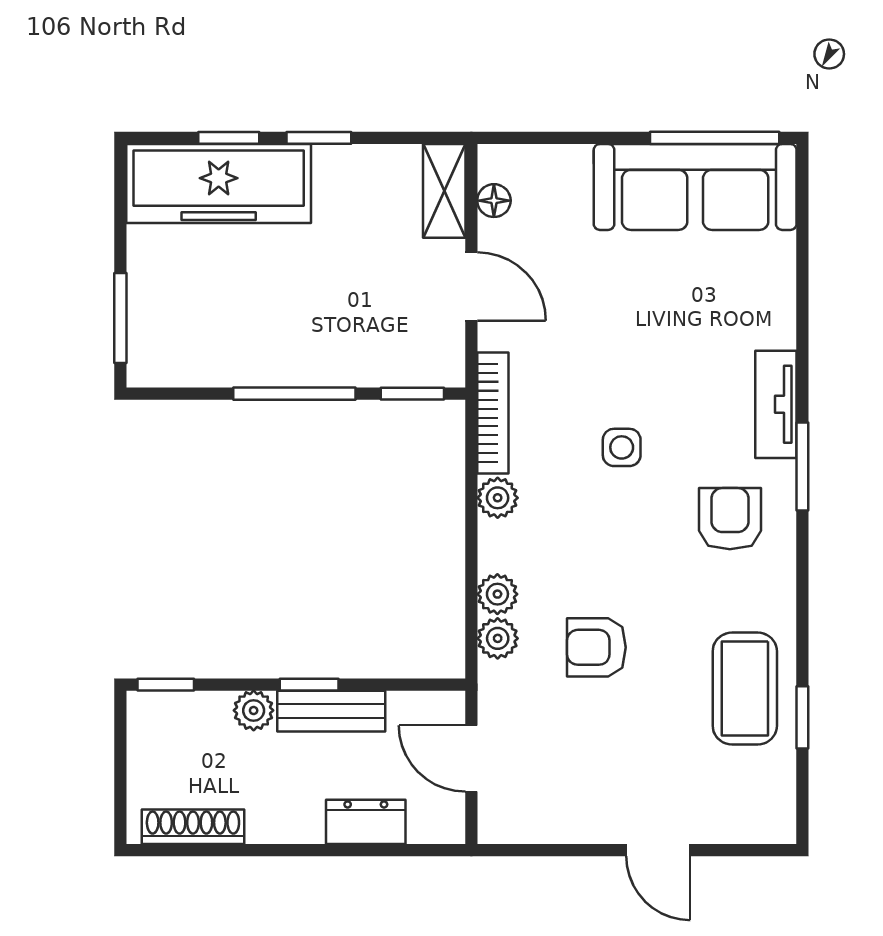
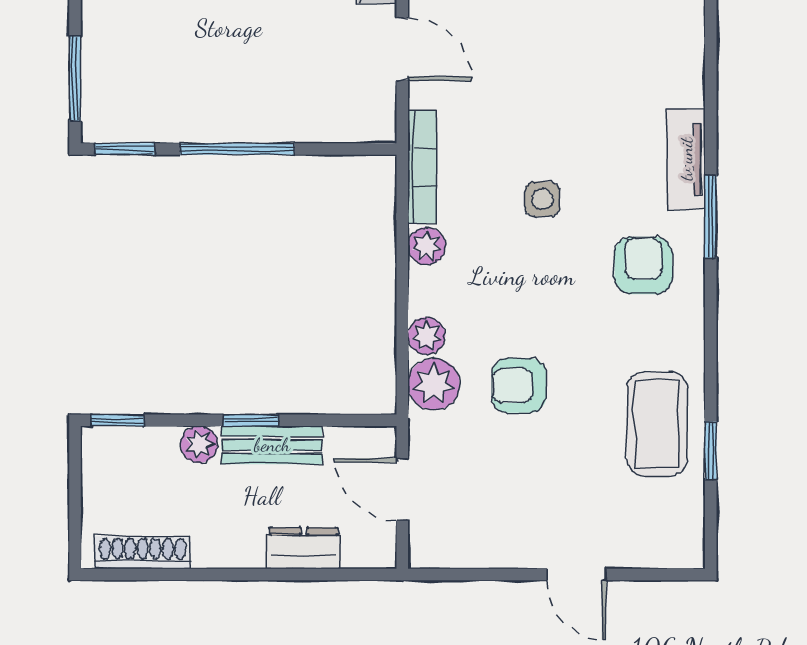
window: (412, 394) -> (125, 149), moved
plant: (498, 638) -> (434, 384), width x1.38, depth x1.38

